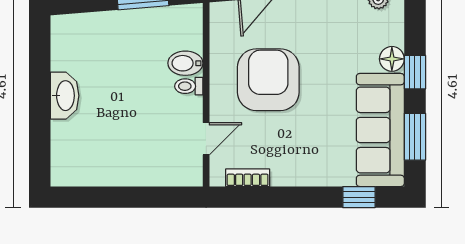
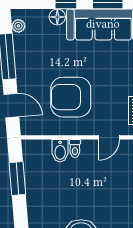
door: (206, 139) -> (109, 137), swing flipped

